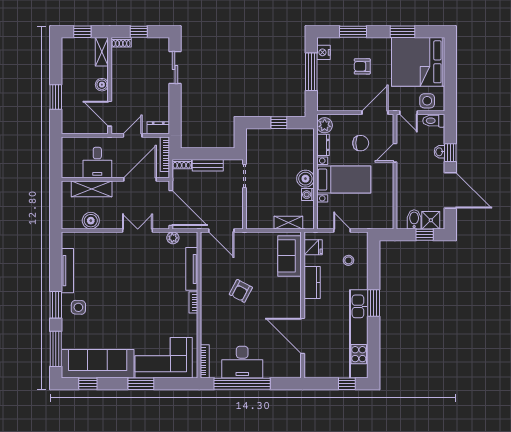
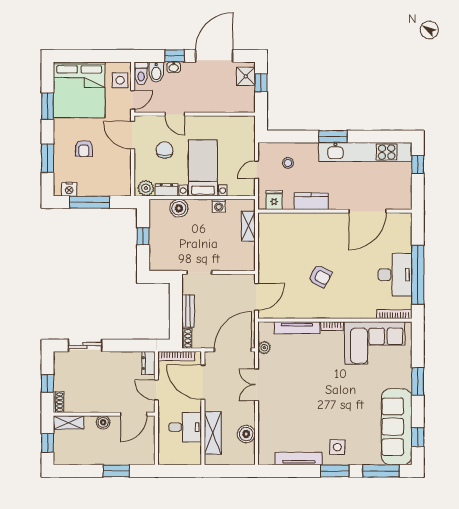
boiler: (305, 179) -> (179, 208), moved
bidet: (414, 219) -> (156, 72), moved, turned -90
sofa: (290, 256) -> (283, 225), removed
corner sofa: (164, 358) -> (375, 343), moved, turned -90

